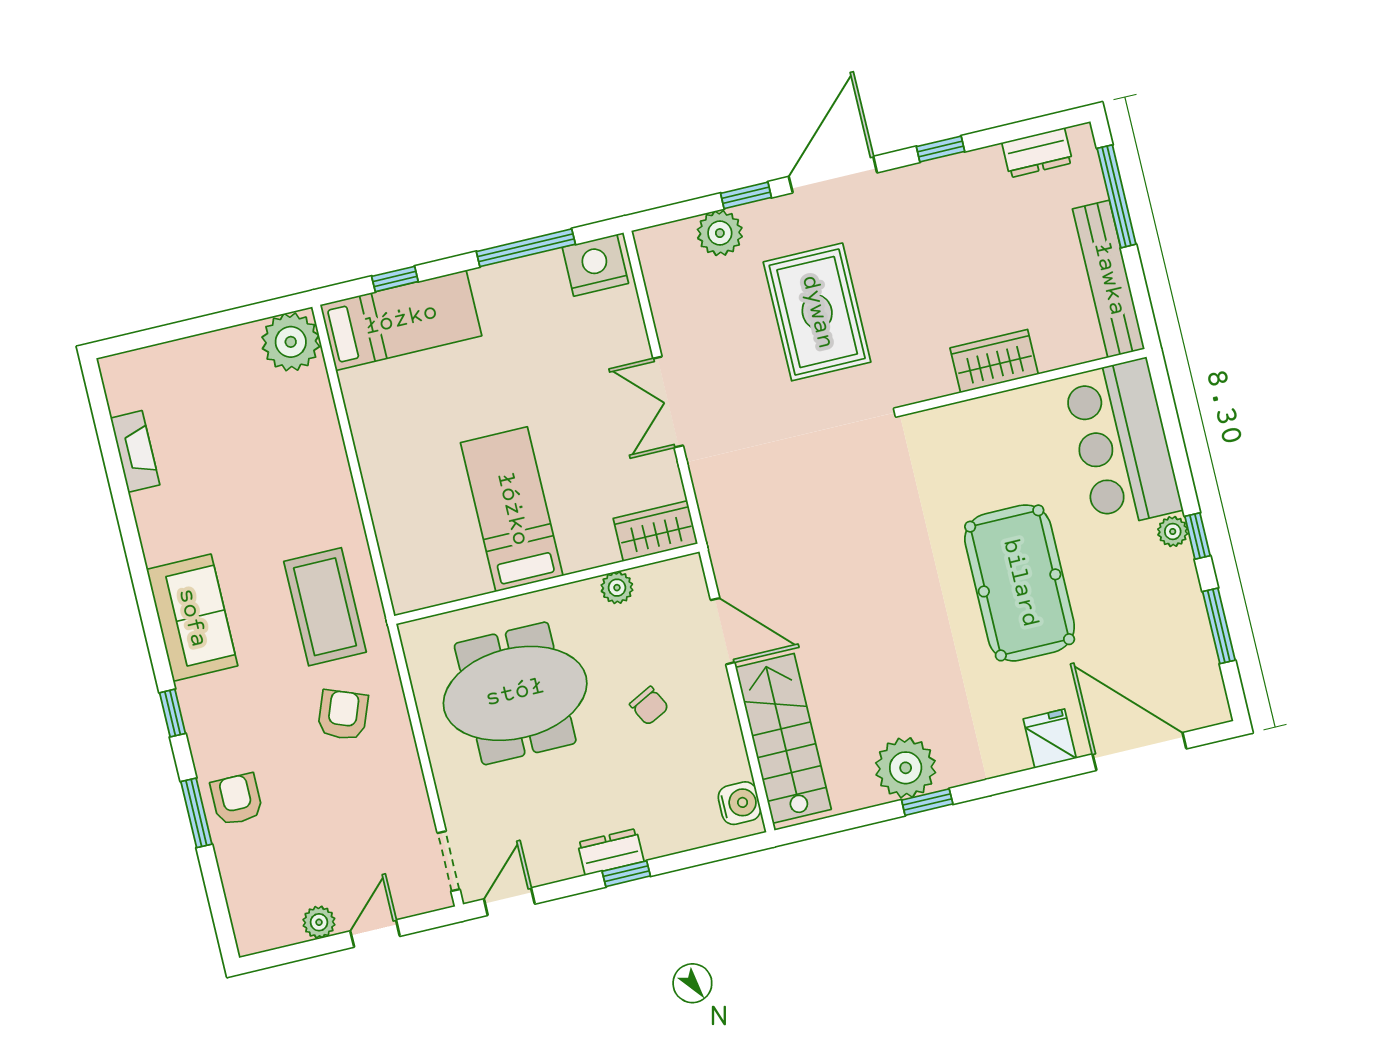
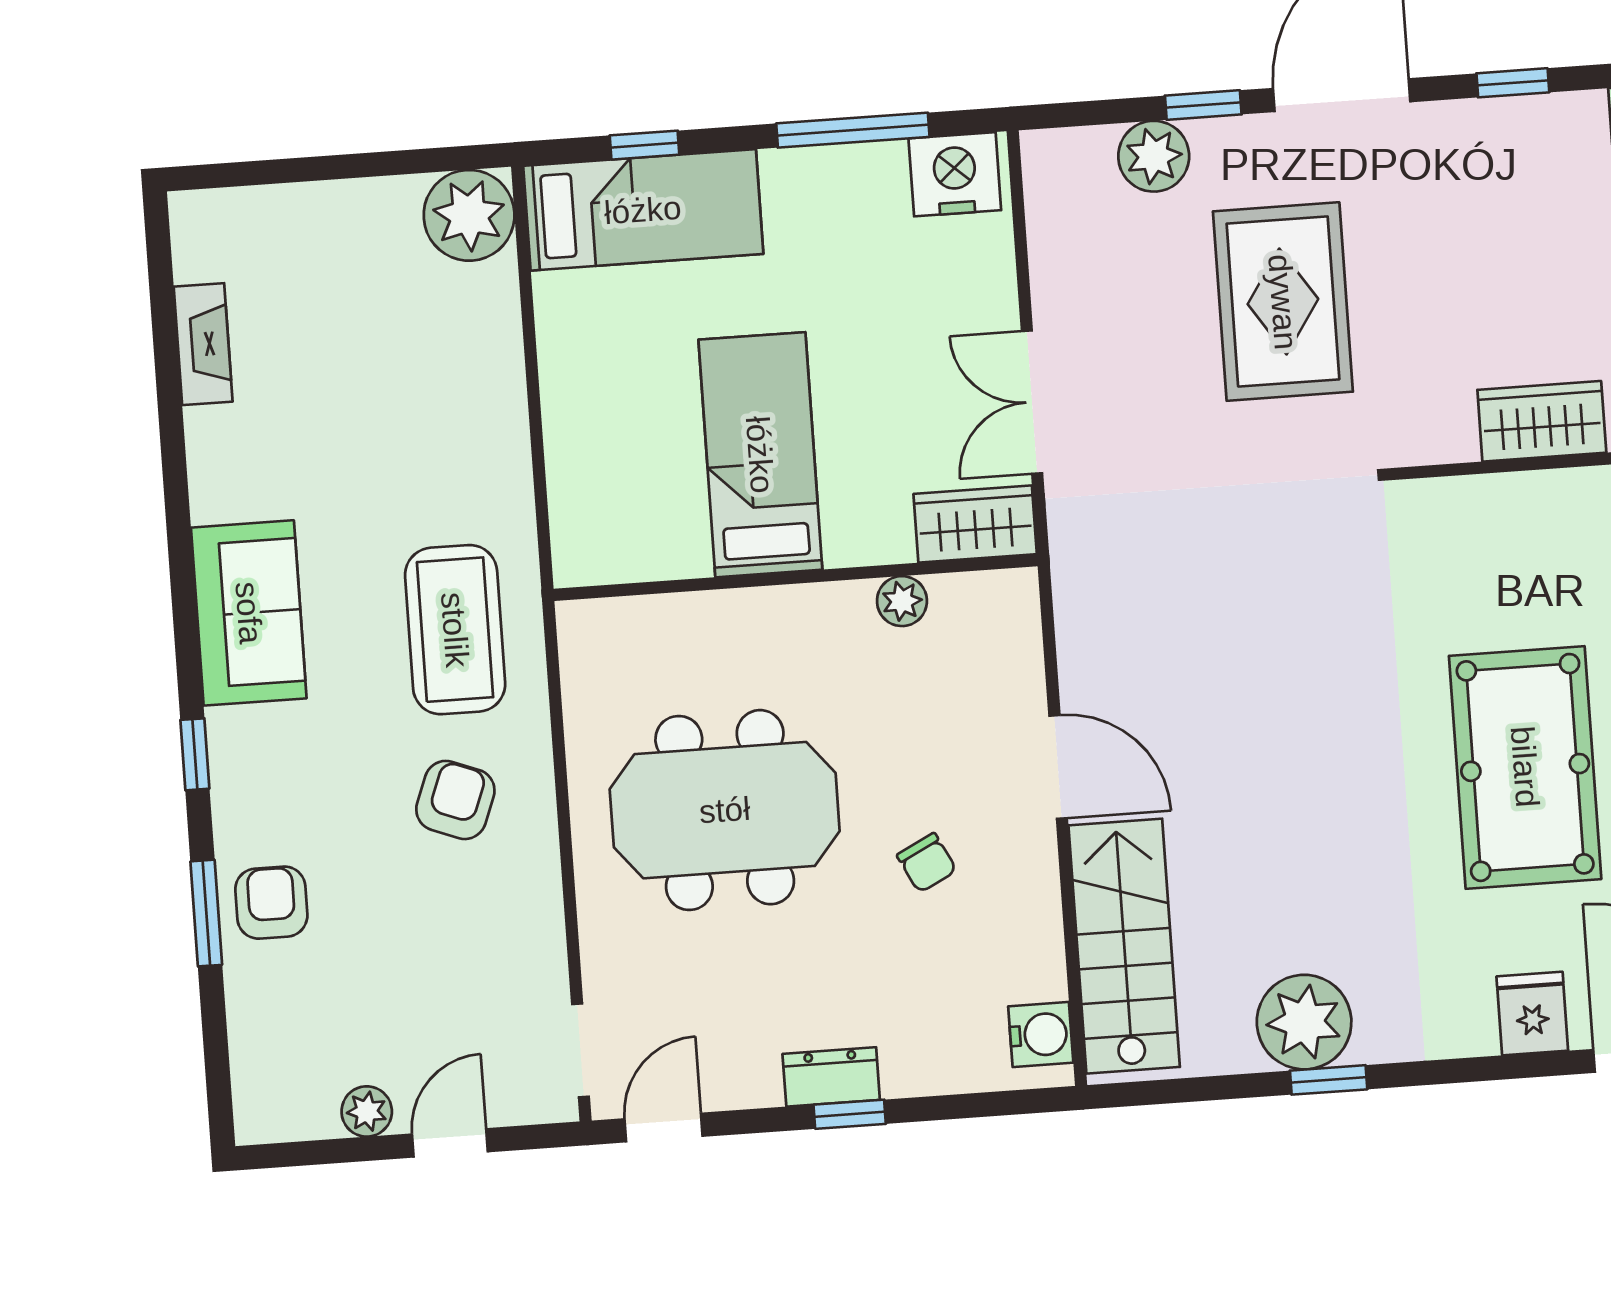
bed: (512, 509) -> (760, 455), moved
wardrobe: (655, 531) -> (975, 524), moved
wall: (547, 584) -> (796, 578), moved
plant: (617, 588) -> (902, 601), moved

